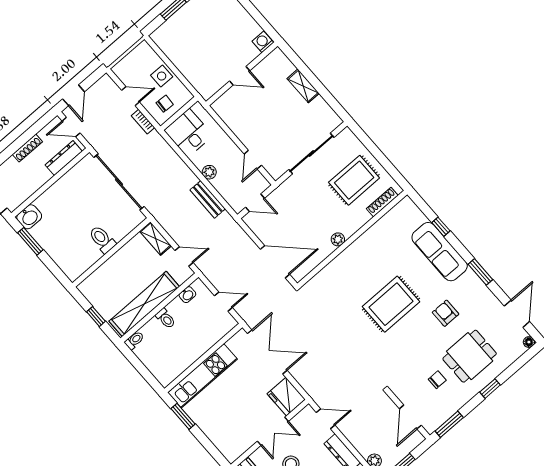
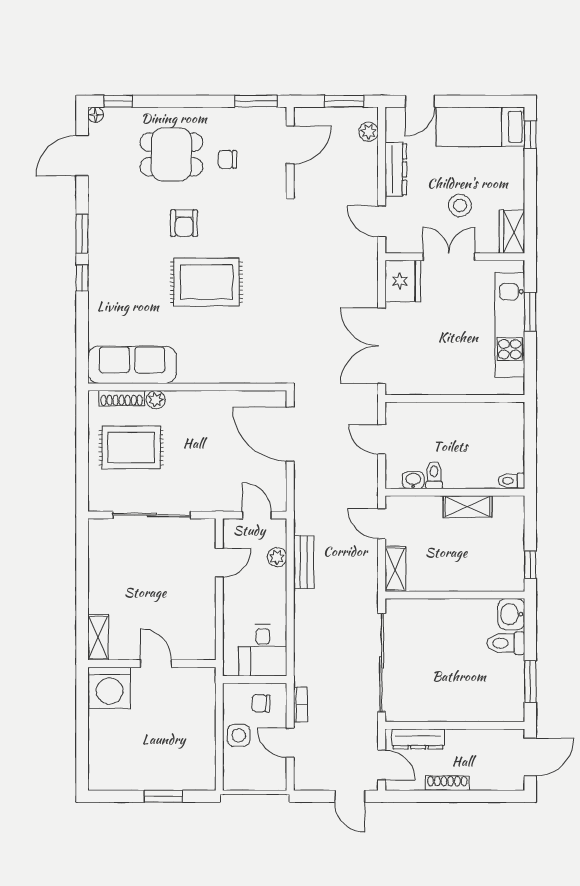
washing machine: (263, 42) -> (110, 688), width x1.89, depth x1.89
shelving: (303, 86) -> (98, 637), moved
door: (74, 95) -> (350, 796), swing flipped
plant: (209, 172) -> (277, 557), moved
washbasin: (29, 217) -> (511, 614), moved, turned -90
window: (441, 227) -> (82, 278), moved
toilet: (102, 239) -> (506, 643), moved, turned 90
plant: (338, 239) -> (156, 400), moved
sofa: (440, 252) -> (132, 365), moved, turned -90
shelving: (144, 304) -> (468, 507), width x0.45, depth x0.75
armchair: (446, 313) -> (184, 223), moved
window: (96, 317) -> (530, 565), moved
toilet: (166, 318) -> (434, 475), moved
kitchen unit: (203, 376) -> (510, 325), moved, turned -90
window: (490, 389) -> (118, 101), moved
window: (183, 416) -> (530, 312), moved

